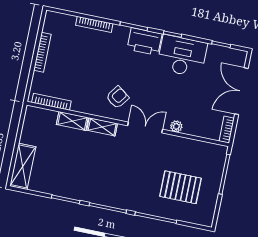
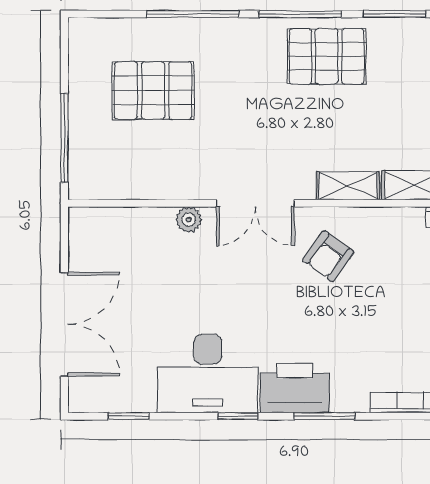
bookcase: (227, 130) -> (79, 235), removed
pallet: (100, 187) -> (327, 56), added

